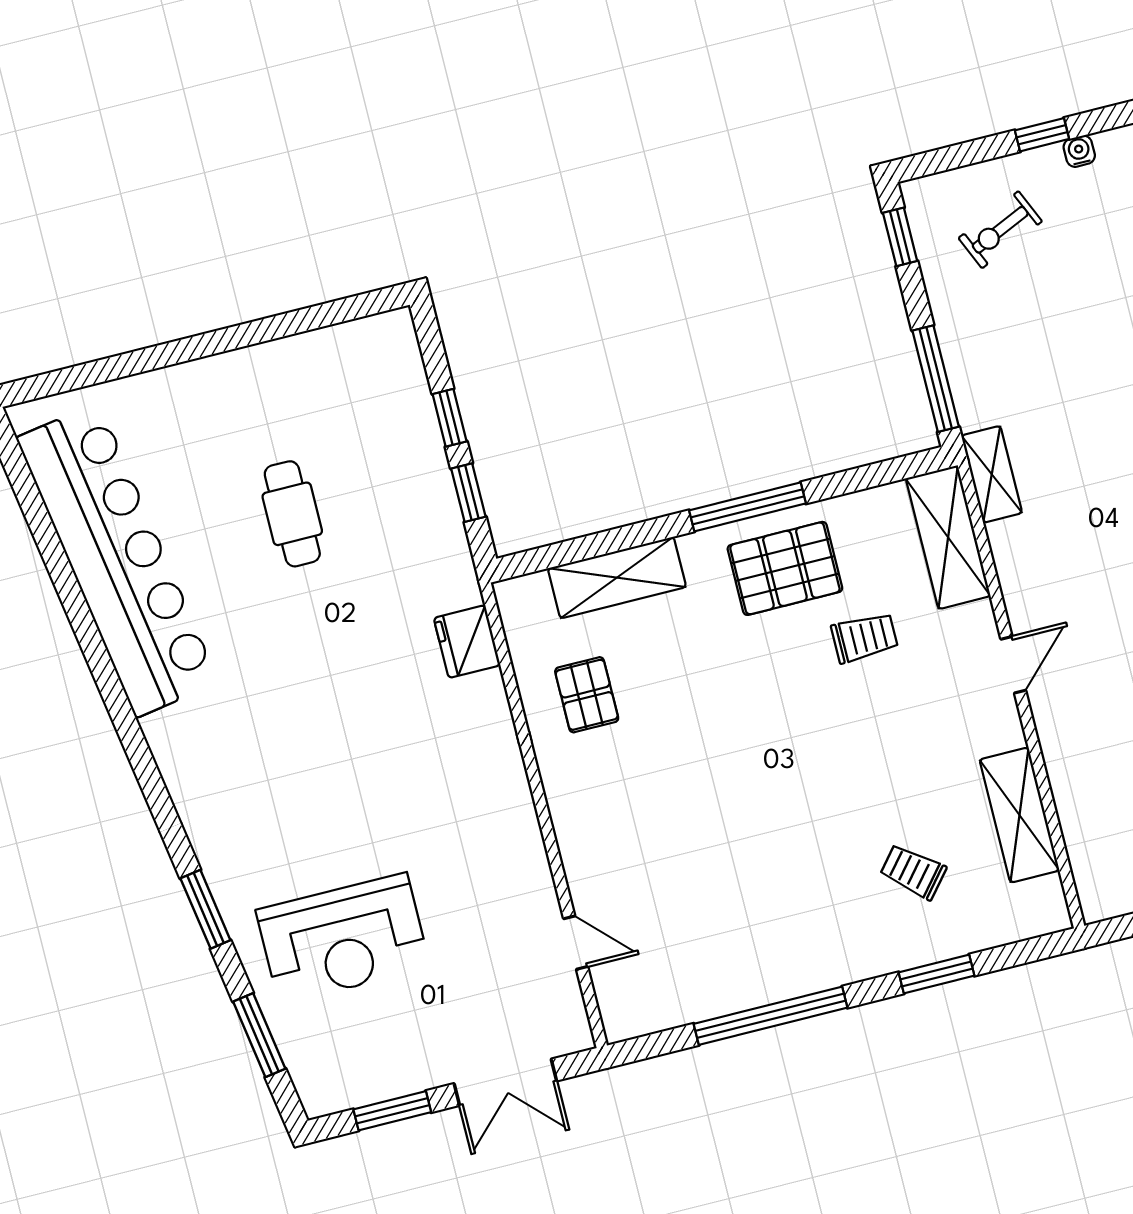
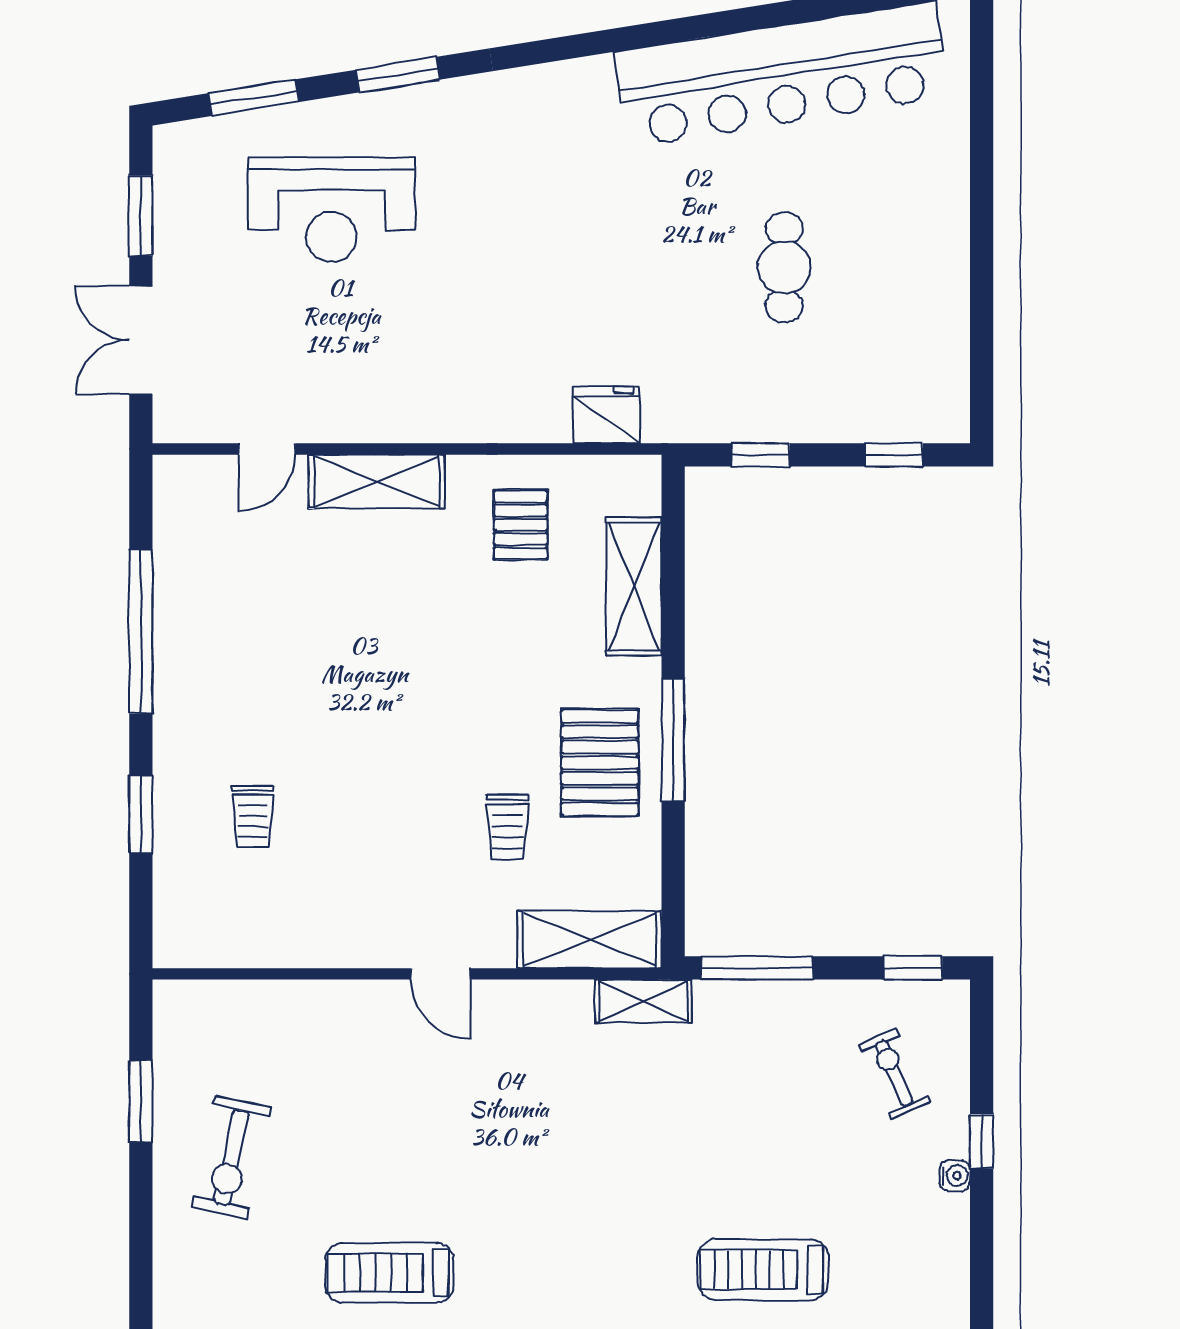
window: (450, 418) -> (894, 455), moved
cafe table: (292, 514) -> (784, 267), turned 90
pallet: (587, 695) -> (521, 525), turned 90
shelving: (1019, 815) -> (377, 482), moved
trolley: (913, 872) -> (253, 817), turned 140
reception desk: (343, 939) -> (332, 209), turned -90

